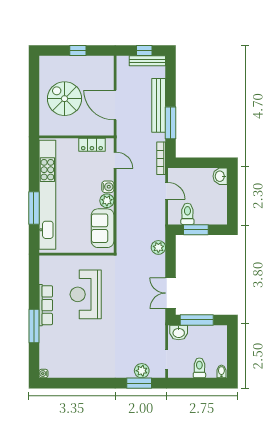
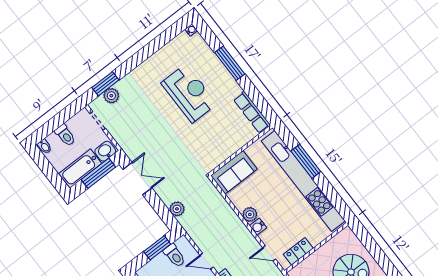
sofa: (103, 228) -> (234, 172), moved, turned 90
reception desk: (86, 294) -> (189, 93), moved
row of seats: (46, 305) -> (252, 112), moved
bathtub: (208, 334) -> (80, 168), added

